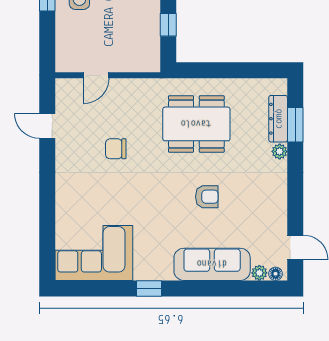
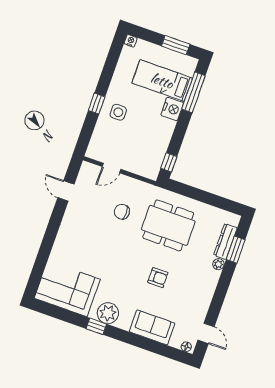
window: (168, 25) -> (169, 162), moved
chair: (116, 149) -> (122, 212), moved
sofa: (212, 264) -> (152, 327), width x0.73
plant: (259, 273) -> (108, 313), moved, width x1.88, depth x1.88

